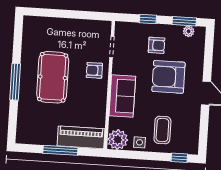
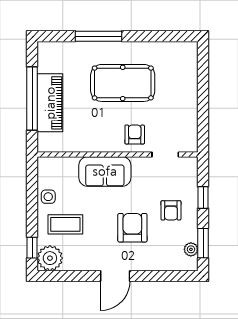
armchair: (168, 77) -> (132, 228), width x0.73, depth x0.73
window: (15, 82) -> (98, 36), moved
piano: (81, 137) -> (50, 103), moved
plant: (118, 140) -> (50, 258), moved
window: (60, 150) -> (32, 98), width x1.46

